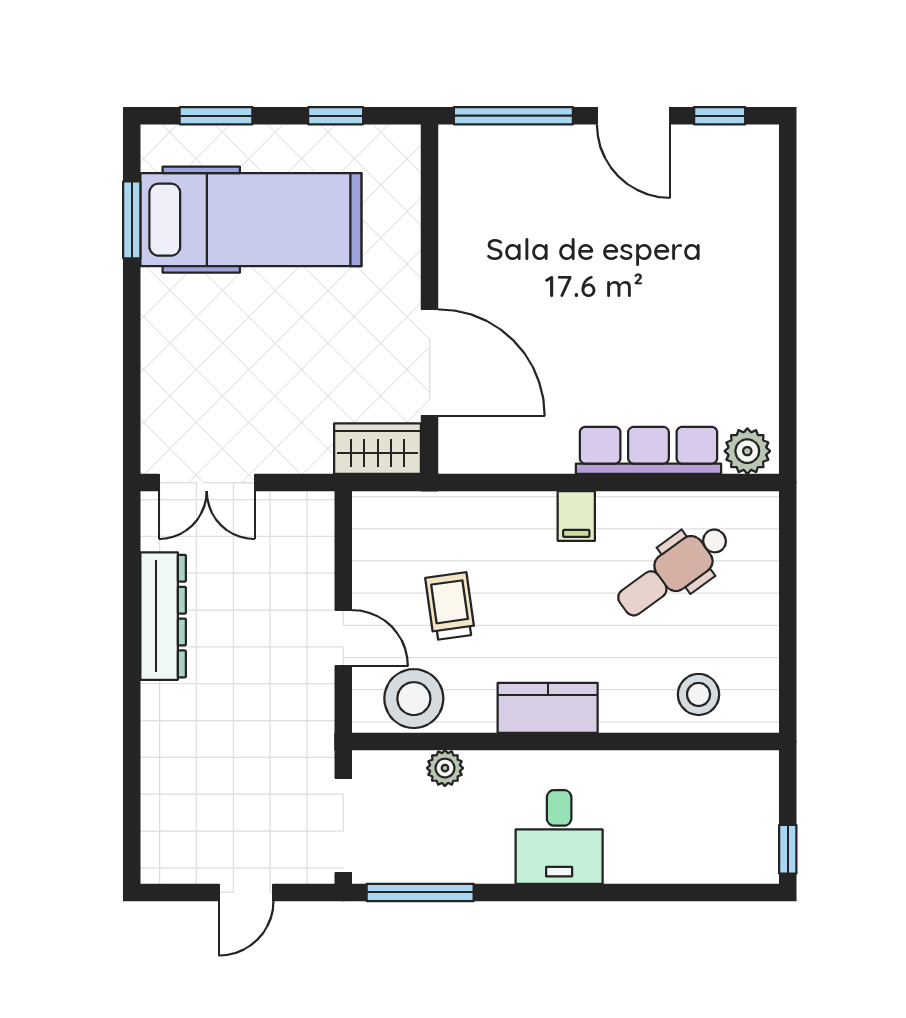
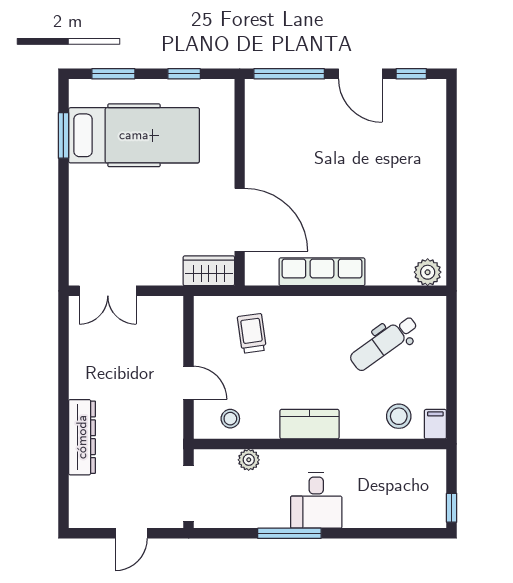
row of seats: (648, 450) -> (322, 272), moved
filing cabinet: (576, 516) -> (435, 424), moved, turned 180
trolley: (450, 606) -> (252, 333), moved
dresser: (163, 616) -> (82, 437), moved
stool: (414, 699) -> (230, 419), width x0.53, depth x0.53
window: (420, 892) -> (289, 533), moved

